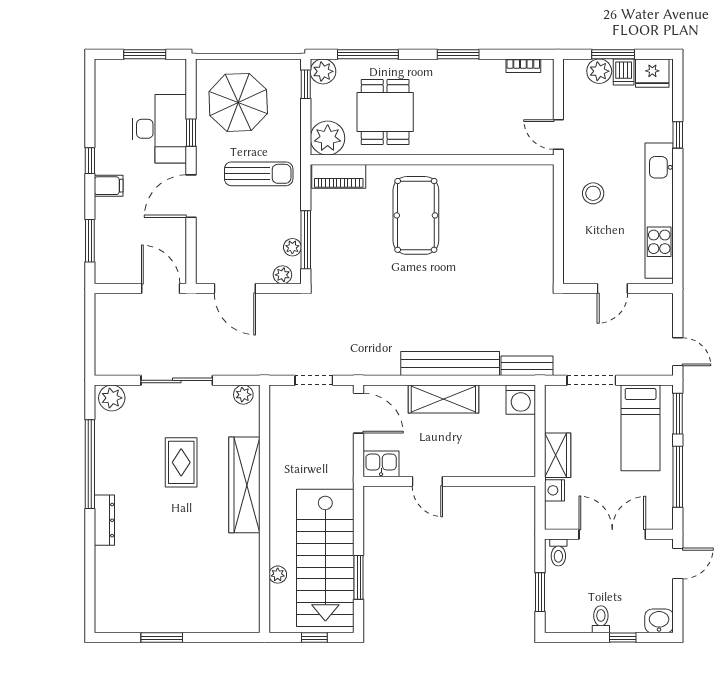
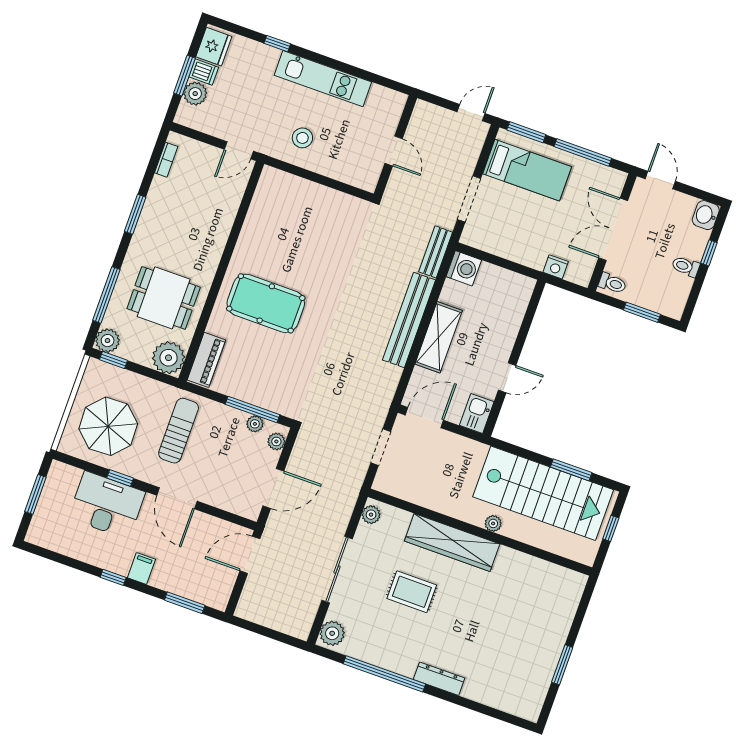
kitchen unit: (659, 211) -> (323, 79), width x0.73
wardrobe: (558, 455) -> (525, 253), removed
plant: (278, 575) -> (493, 523), moved

